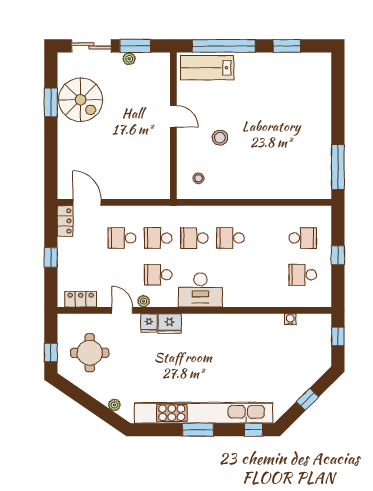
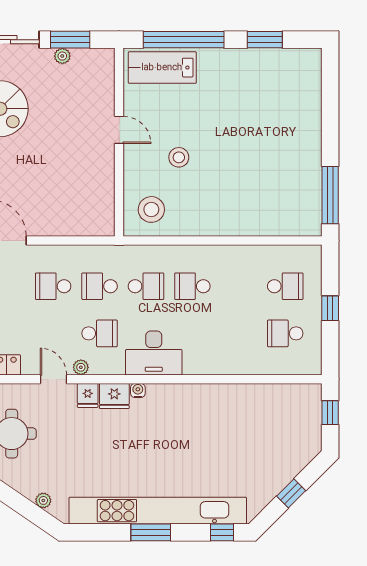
stool: (198, 178) -> (151, 209), width x1.89, depth x1.89
school desk: (194, 238) -> (146, 286), turned 180
school desk: (158, 275) -> (100, 333), turned 180
water cooler: (290, 319) -> (138, 390), moved

